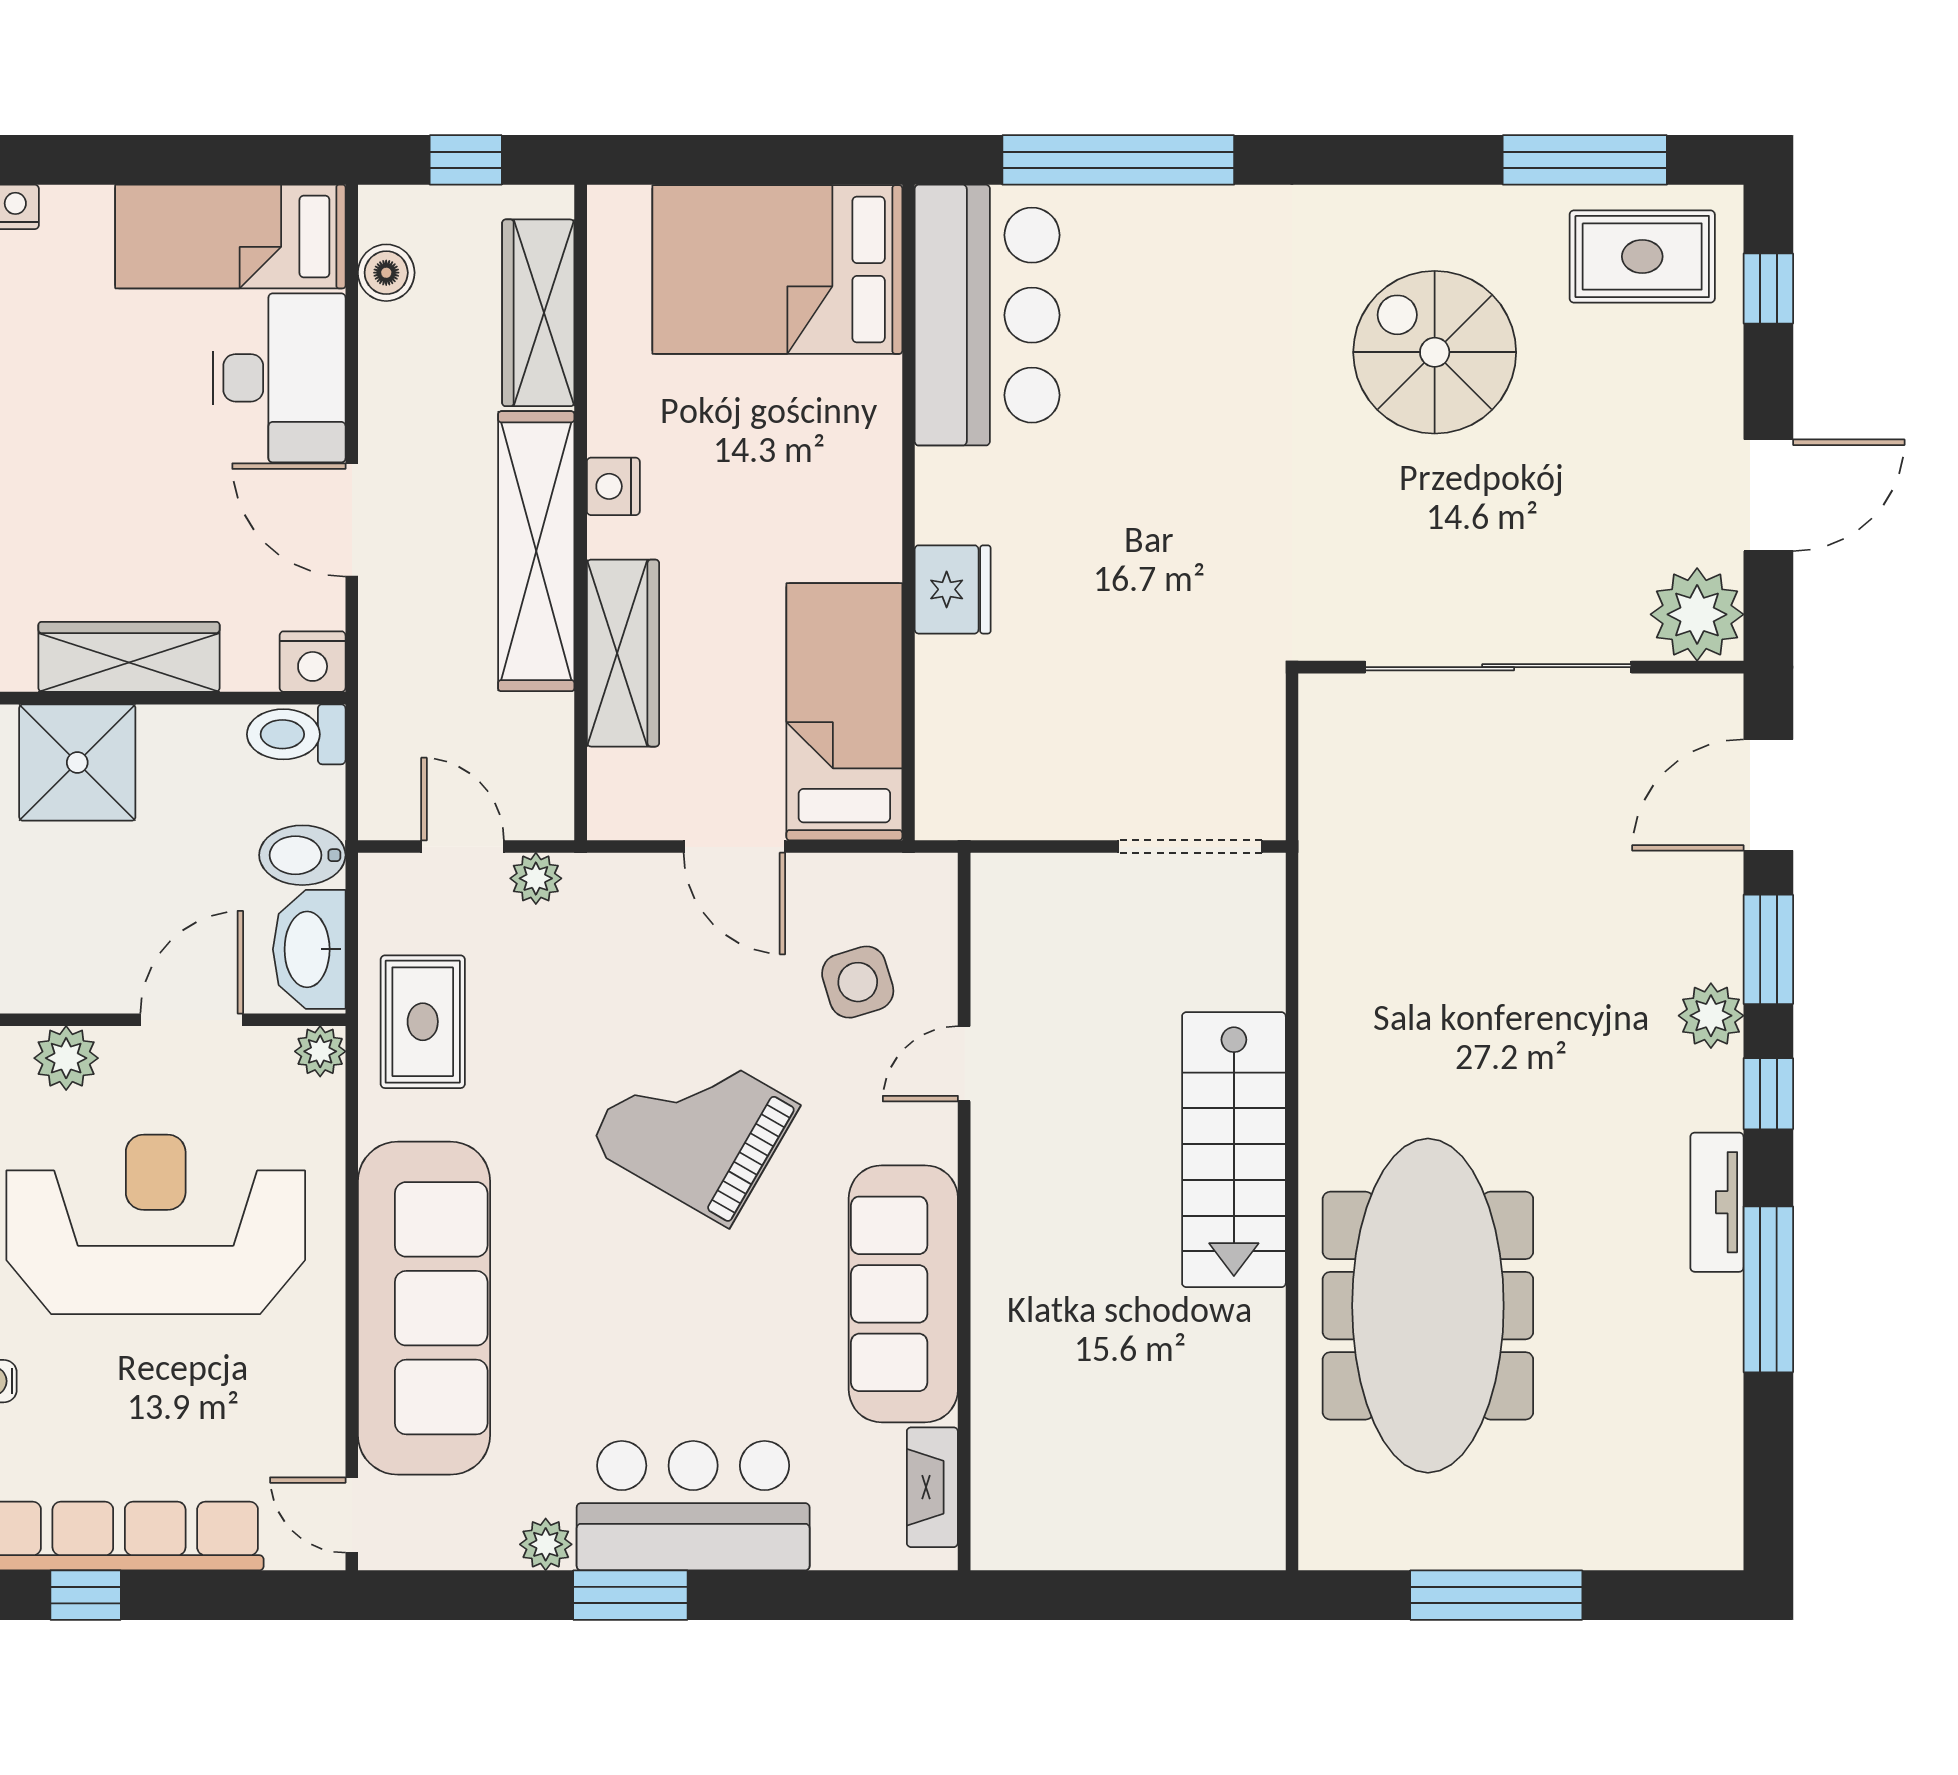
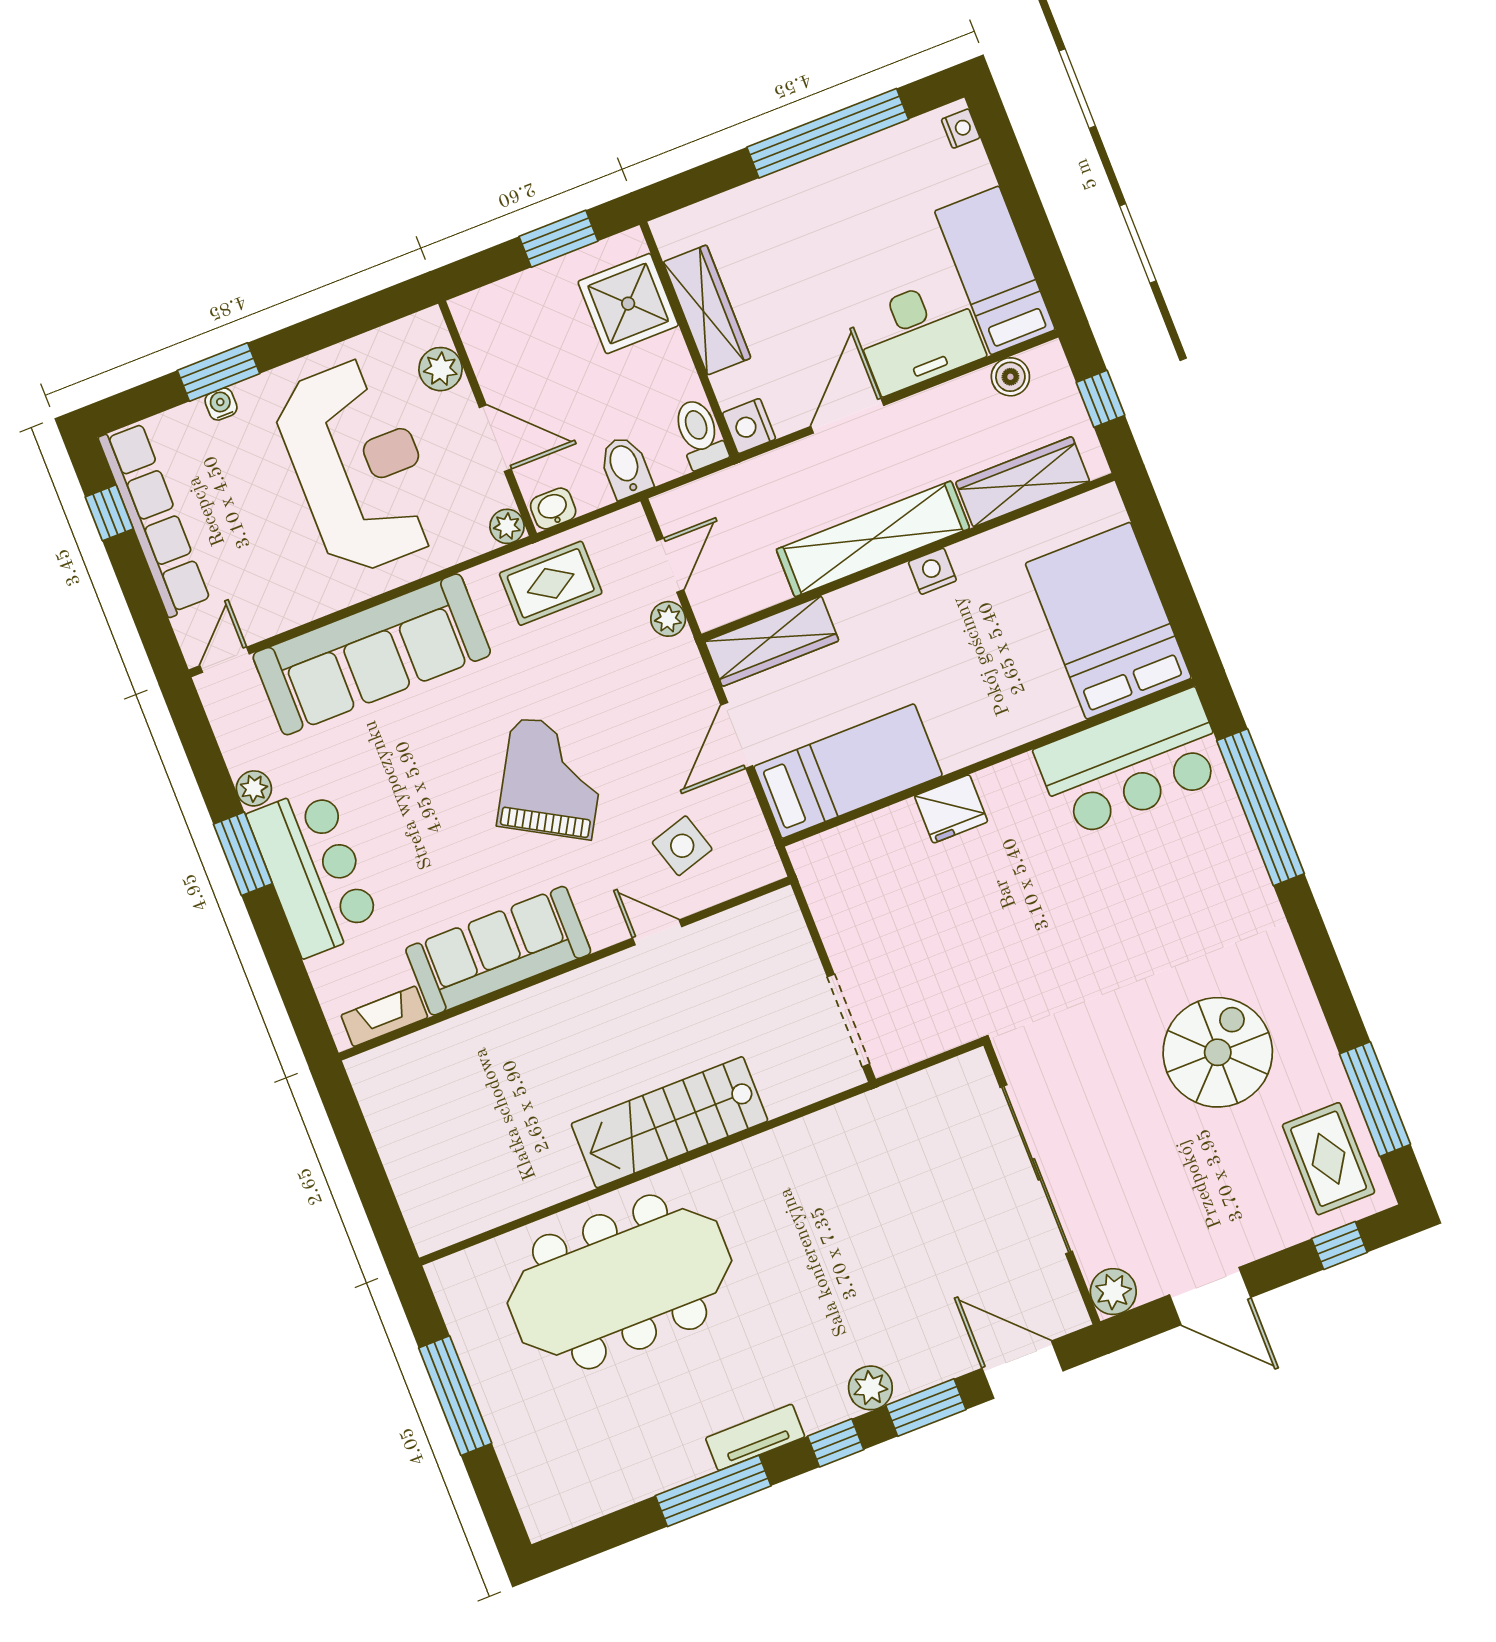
plant: (1697, 614) -> (1113, 1292), width x0.73, depth x0.73
wardrobe: (623, 653) -> (772, 641), moved
washbasin: (309, 949) -> (553, 509), width x0.52, depth x0.69

